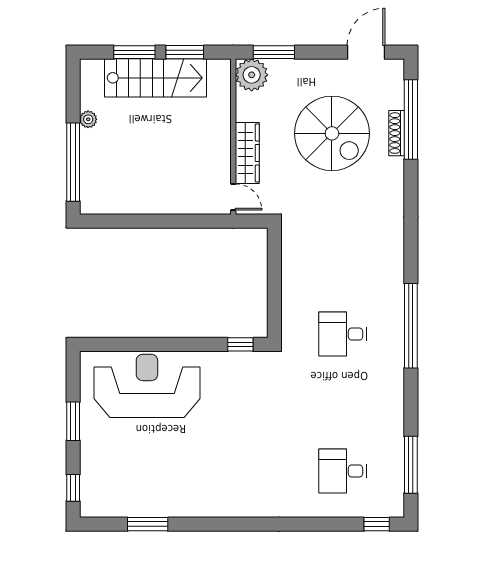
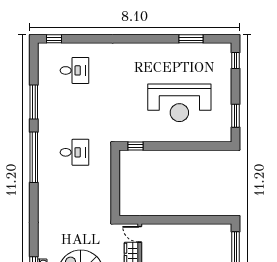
reception desk: (147, 386) -> (179, 103), moved
window: (73, 421) -> (235, 116), moved
window: (411, 465) -> (34, 102), moved

